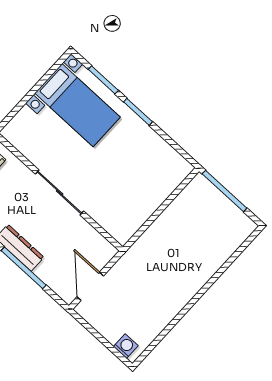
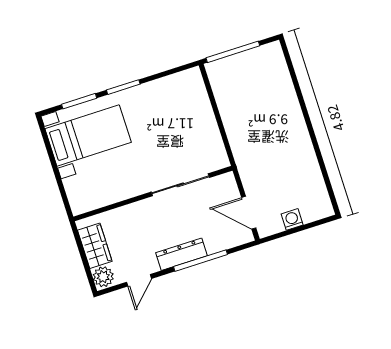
sliding door: (60, 193) -> (180, 185), moved
washing machine: (126, 346) -> (292, 219), moved

